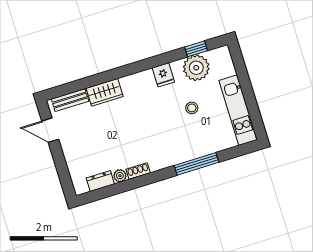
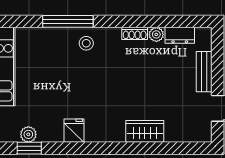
plant: (196, 68) -> (28, 134), width x0.53, depth x0.53
bench: (70, 100) -> (204, 72), moved, turned 90
stool: (192, 108) -> (86, 43), moved

